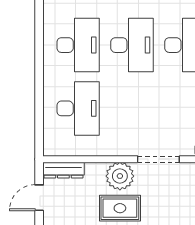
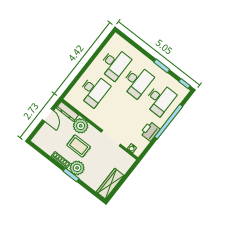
plant: (120, 176) -> (81, 126), moved
door: (39, 198) -> (48, 115), swing flipped

